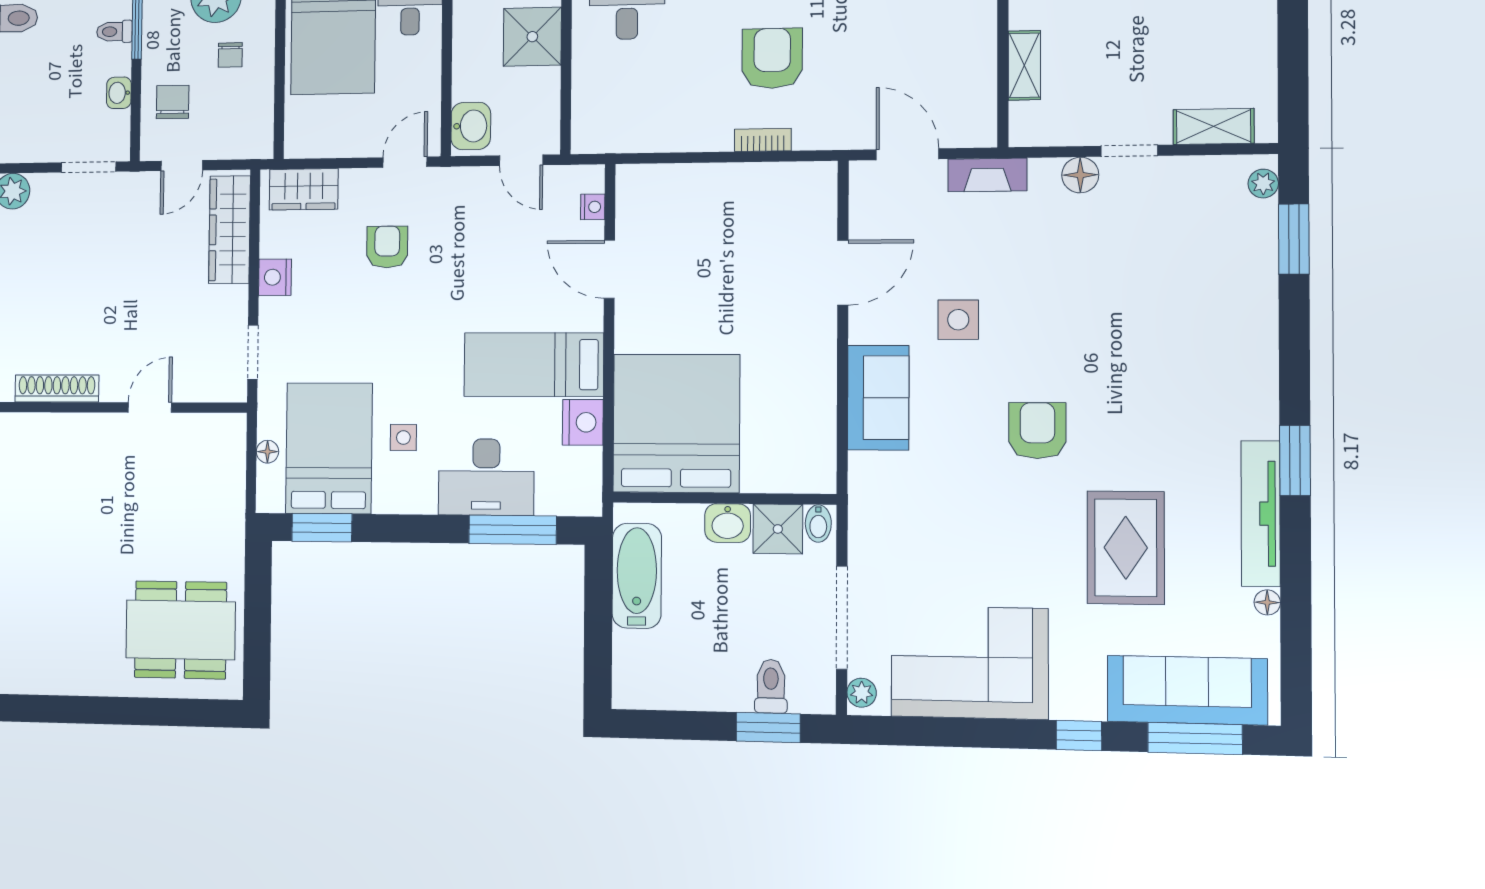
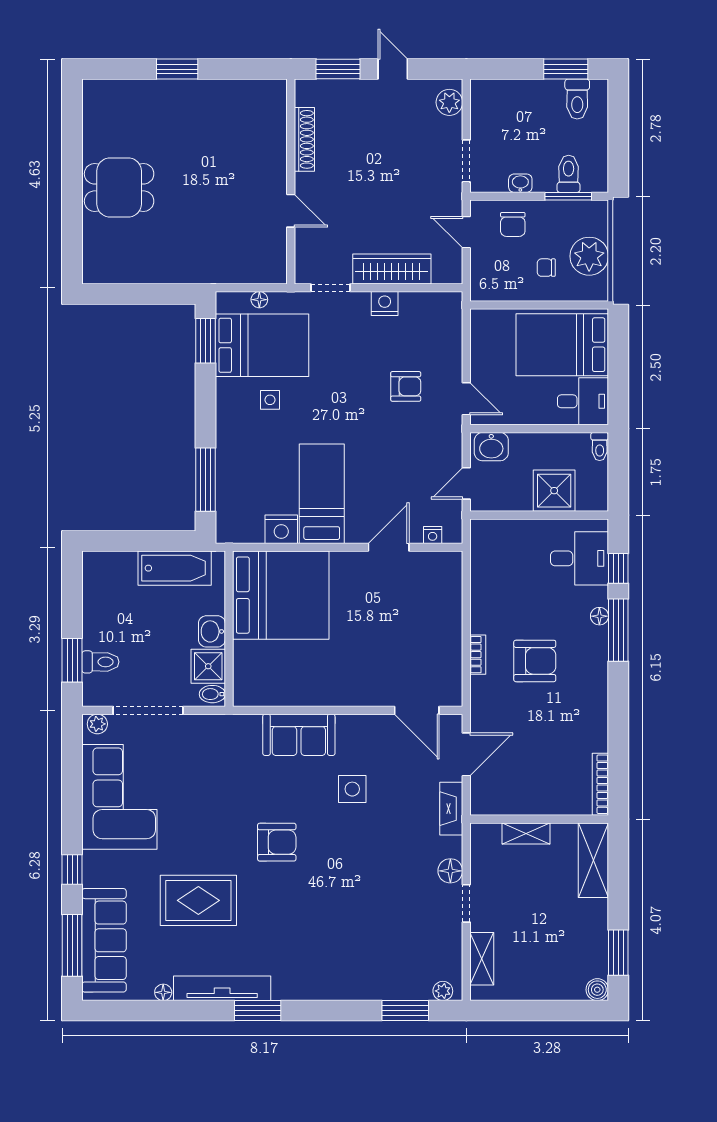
toilet: (114, 32) -> (569, 174), width x1.37, depth x1.39
chair: (173, 102) -> (513, 224), turned 90
wardrobe: (304, 189) -> (448, 324), removed
wardrobe: (230, 230) -> (392, 269), moved
door: (843, 273) -> (417, 710), moved
desk: (486, 477) -> (242, 460), removed
dining table: (181, 630) -> (119, 187), moved, width x0.73

